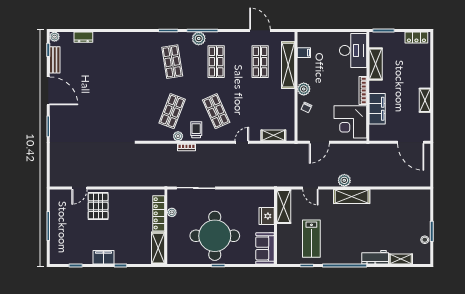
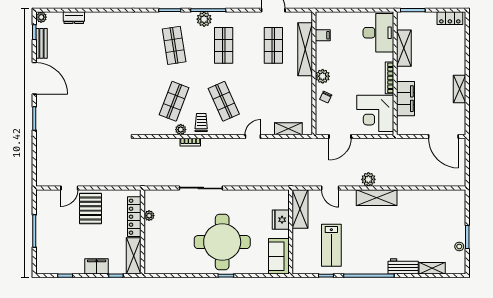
plant: (172, 212) -> (149, 216), moved
locker: (159, 213) -> (134, 217), moved
wall: (166, 227) -> (142, 232), moved
shelving: (158, 248) -> (134, 256), moved

